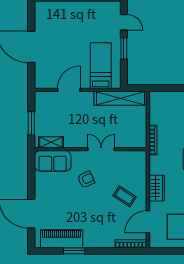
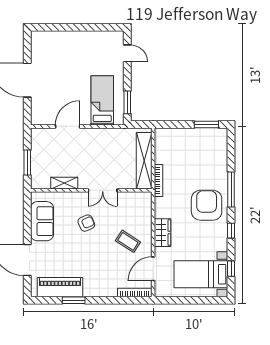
window: (124, 48) -> (127, 102), moved
shelving: (120, 98) -> (144, 161), moved, turned 90
shelving: (51, 142) -> (64, 183), moved
double door: (101, 149) -> (103, 190), swing flipped
sofa: (53, 161) -> (42, 221), moved, turned -90

